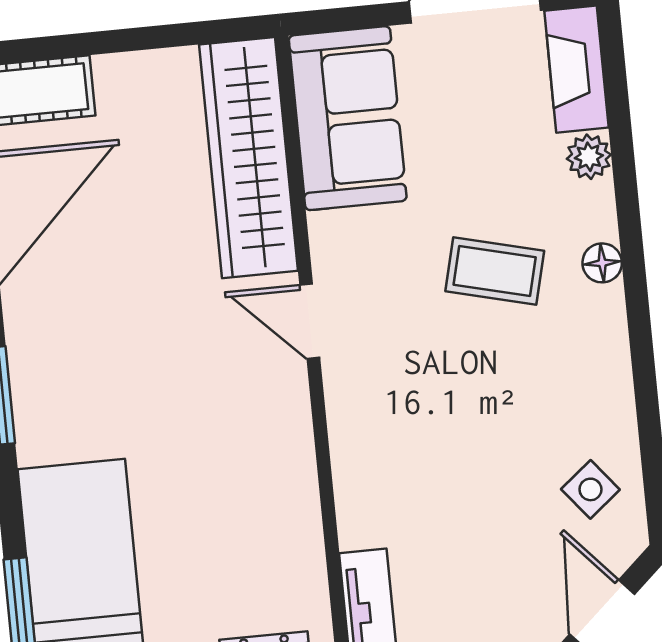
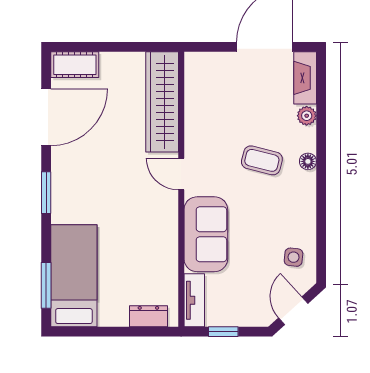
sofa: (348, 118) -> (206, 234), moved
side table: (590, 489) -> (294, 257), turned 45

